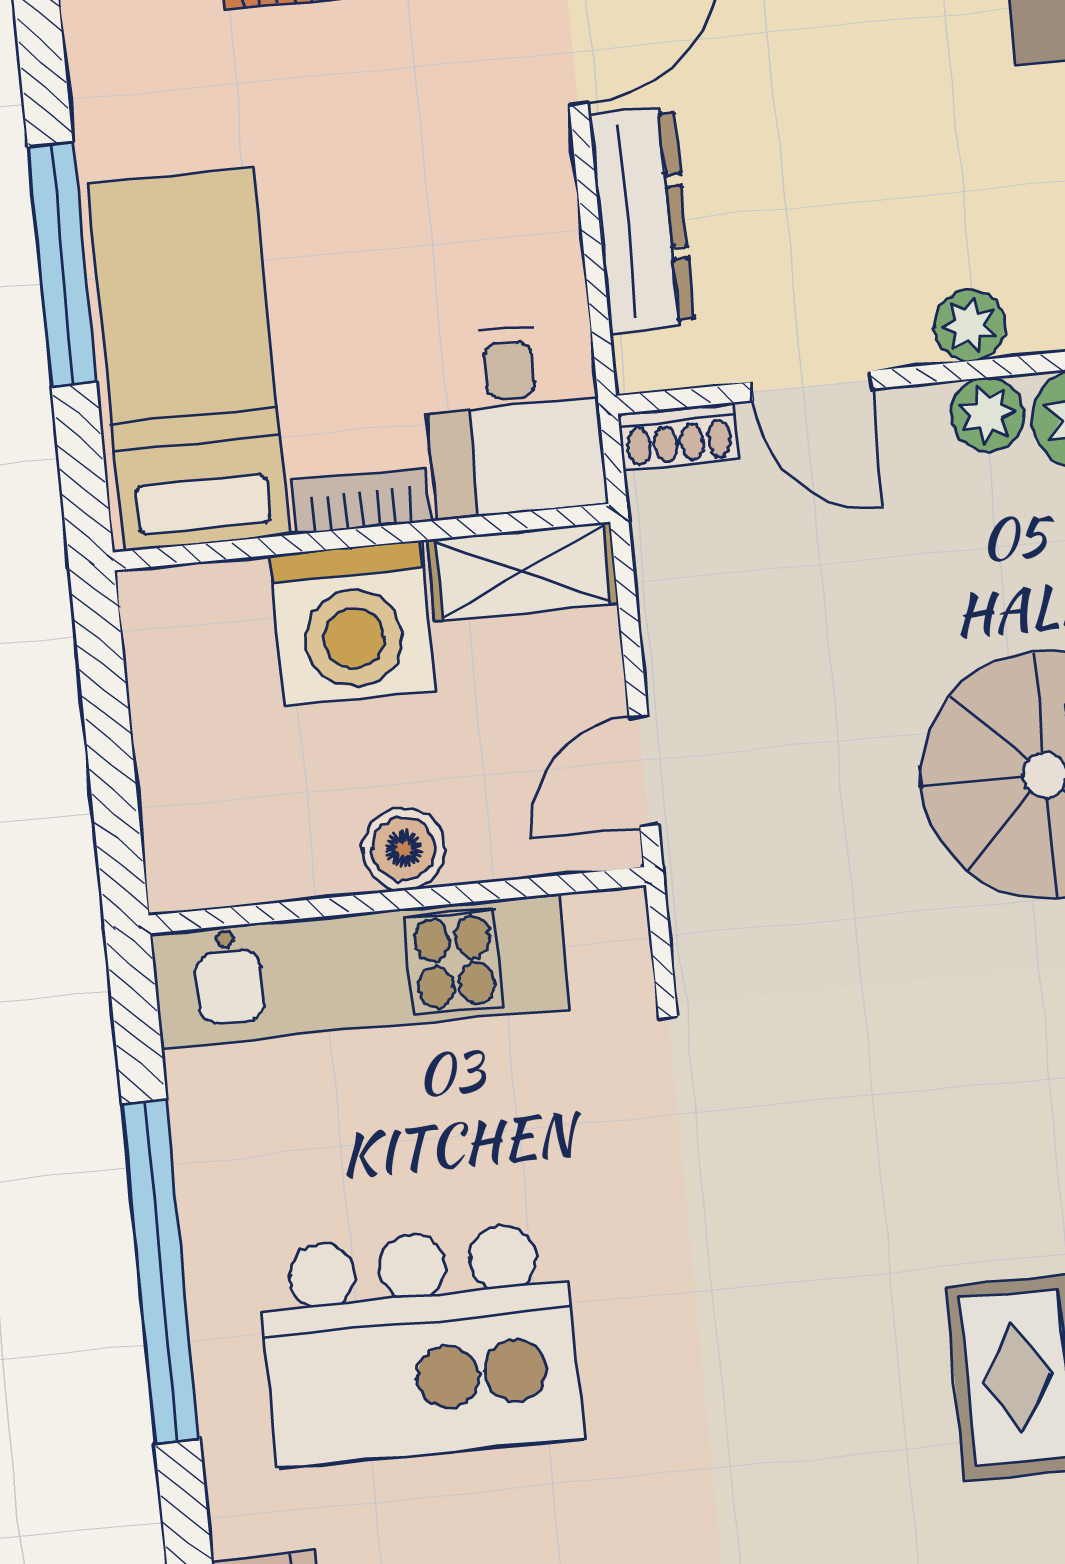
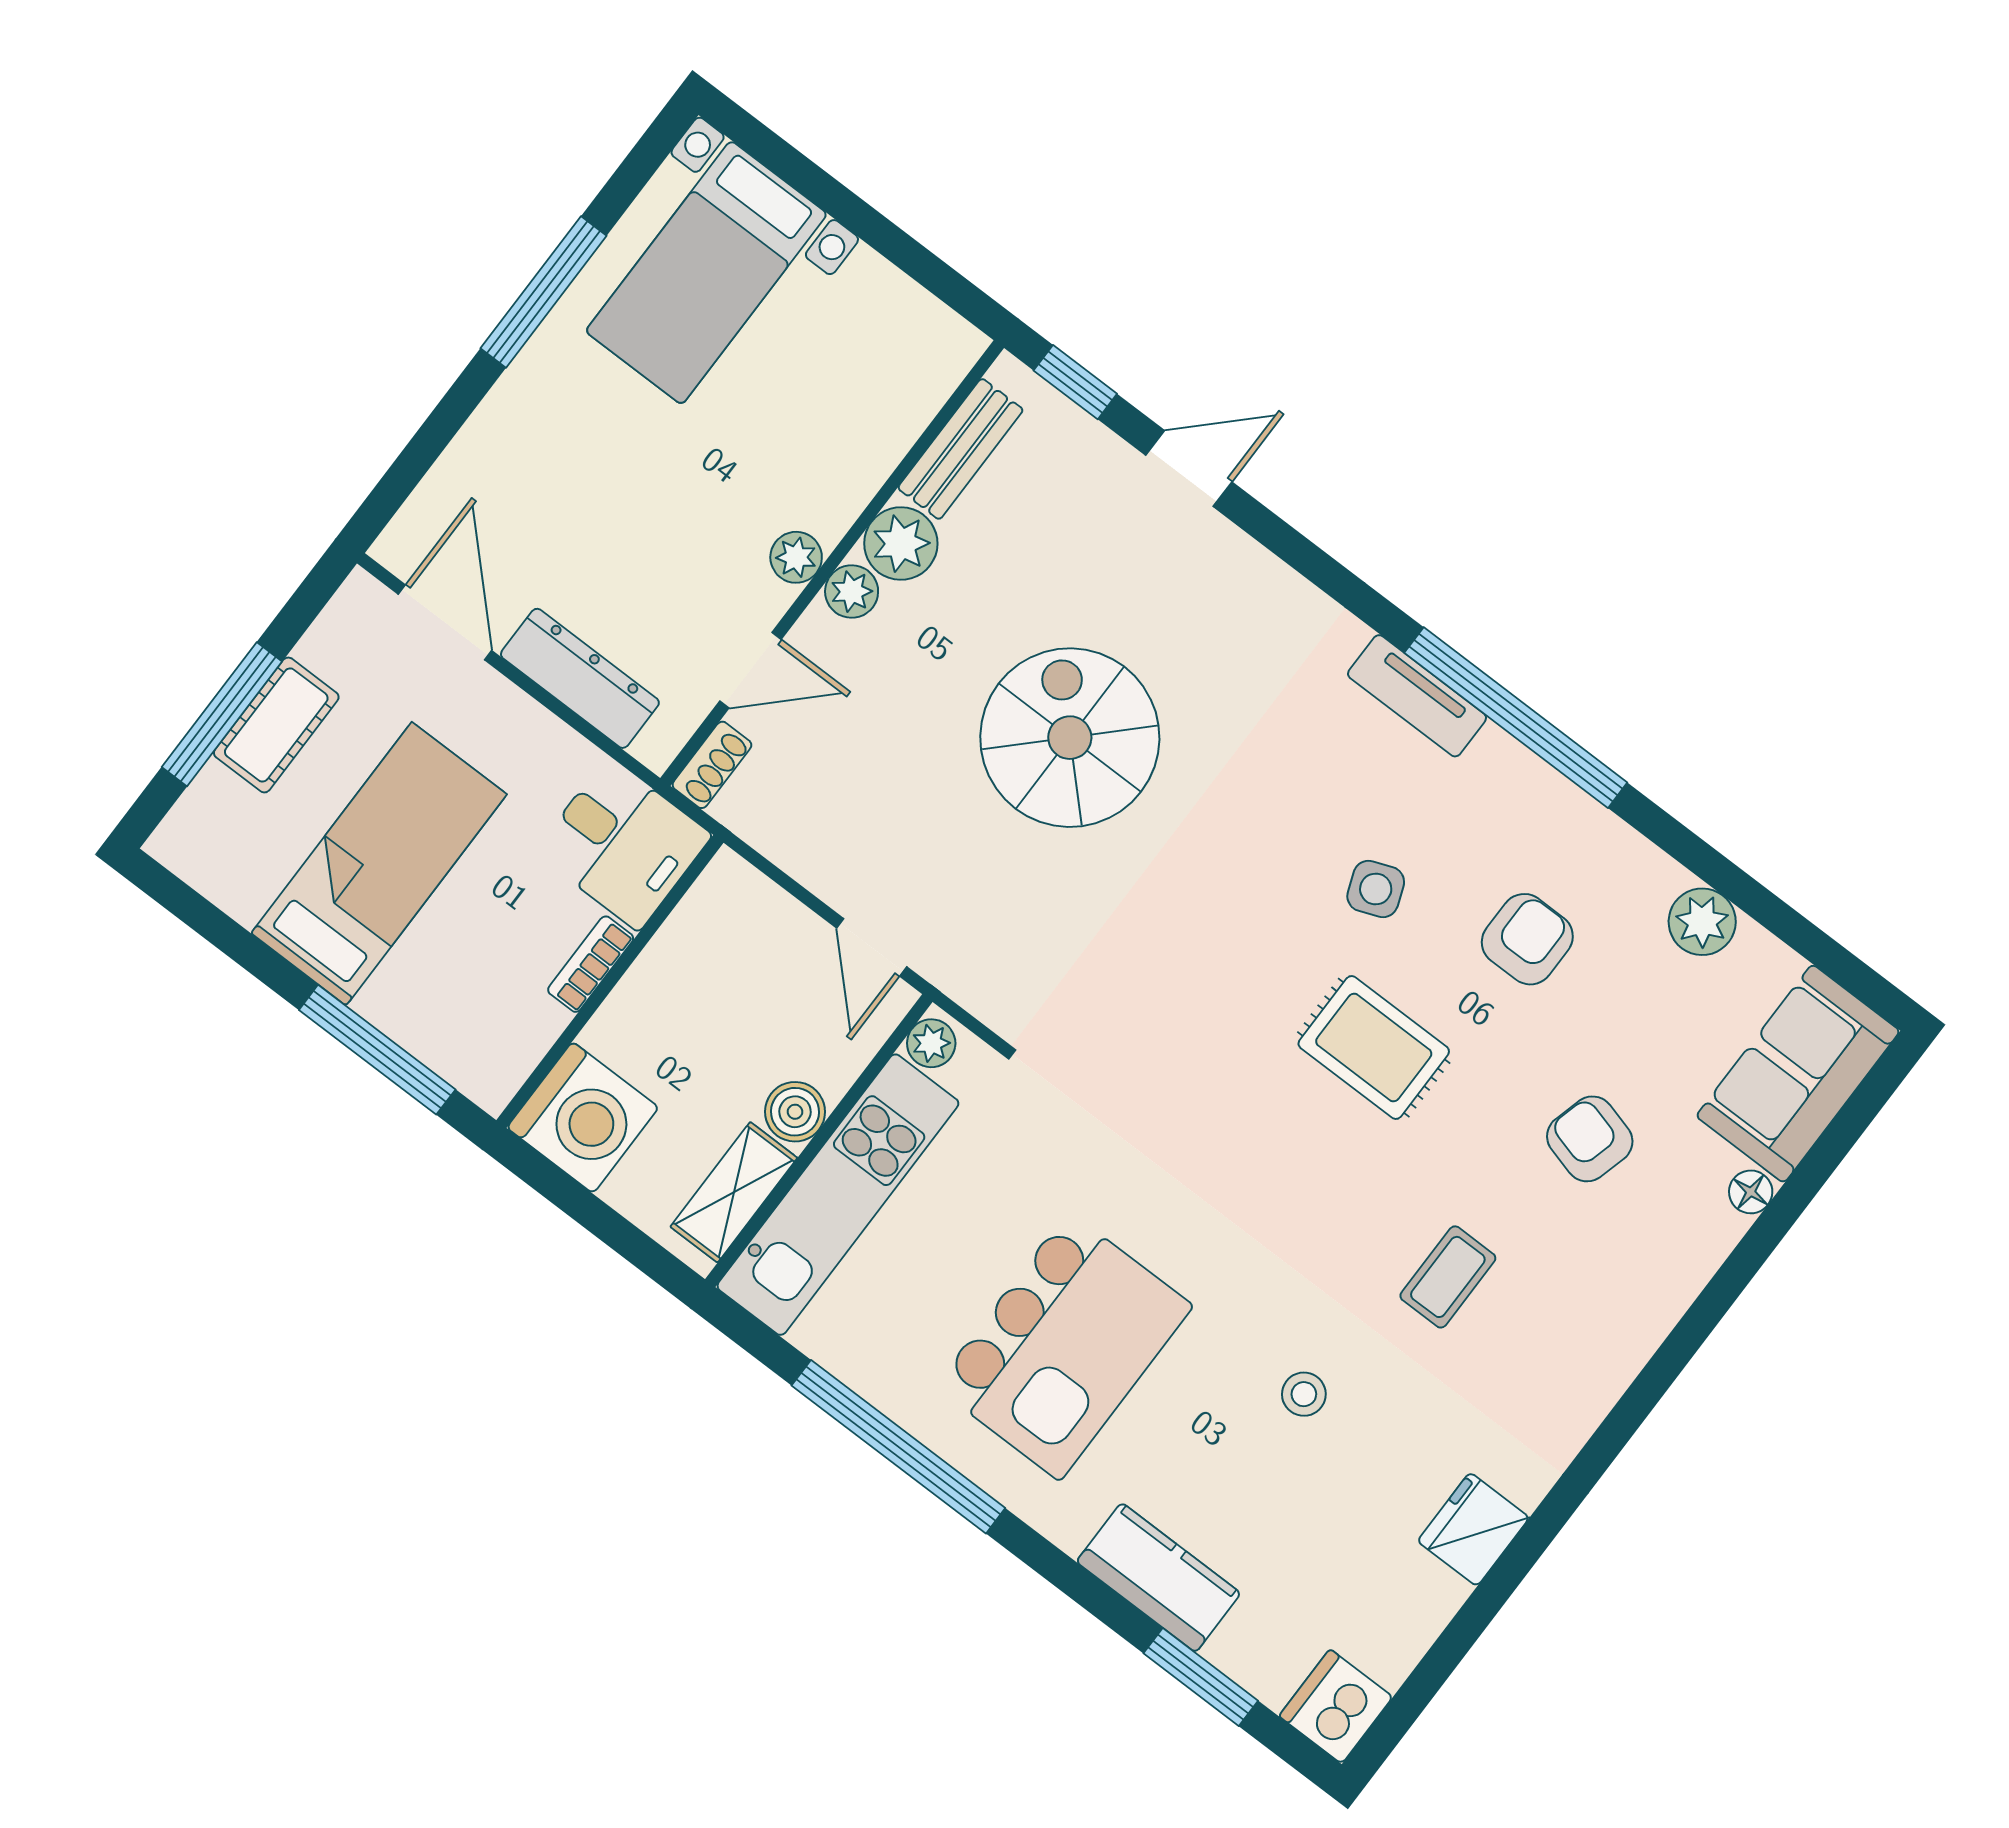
window: (62, 264) -> (377, 1050), moved
bed: (189, 359) -> (379, 864), moved, turned 90
shelving: (523, 572) -> (734, 1192), moved
washing machine: (353, 623) -> (583, 1118), moved
plant: (603, 923) -> (931, 1043), added

